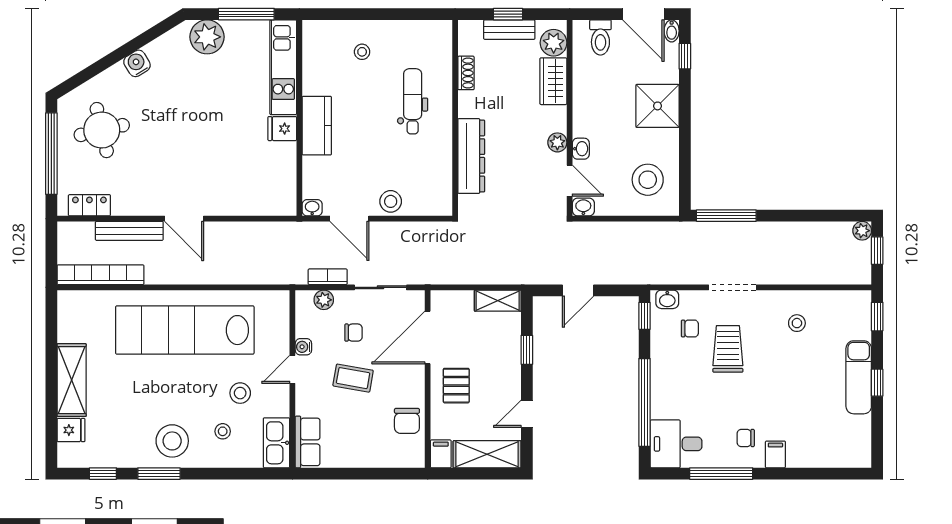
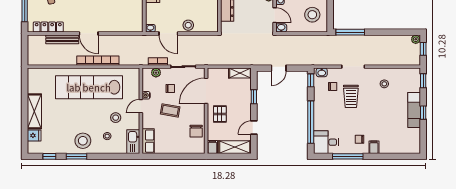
locker: (89, 205) -> (48, 27), width x1.53
bookcase: (100, 275) -> (98, 61), moved
trolley: (728, 349) -> (351, 96), turned 180

